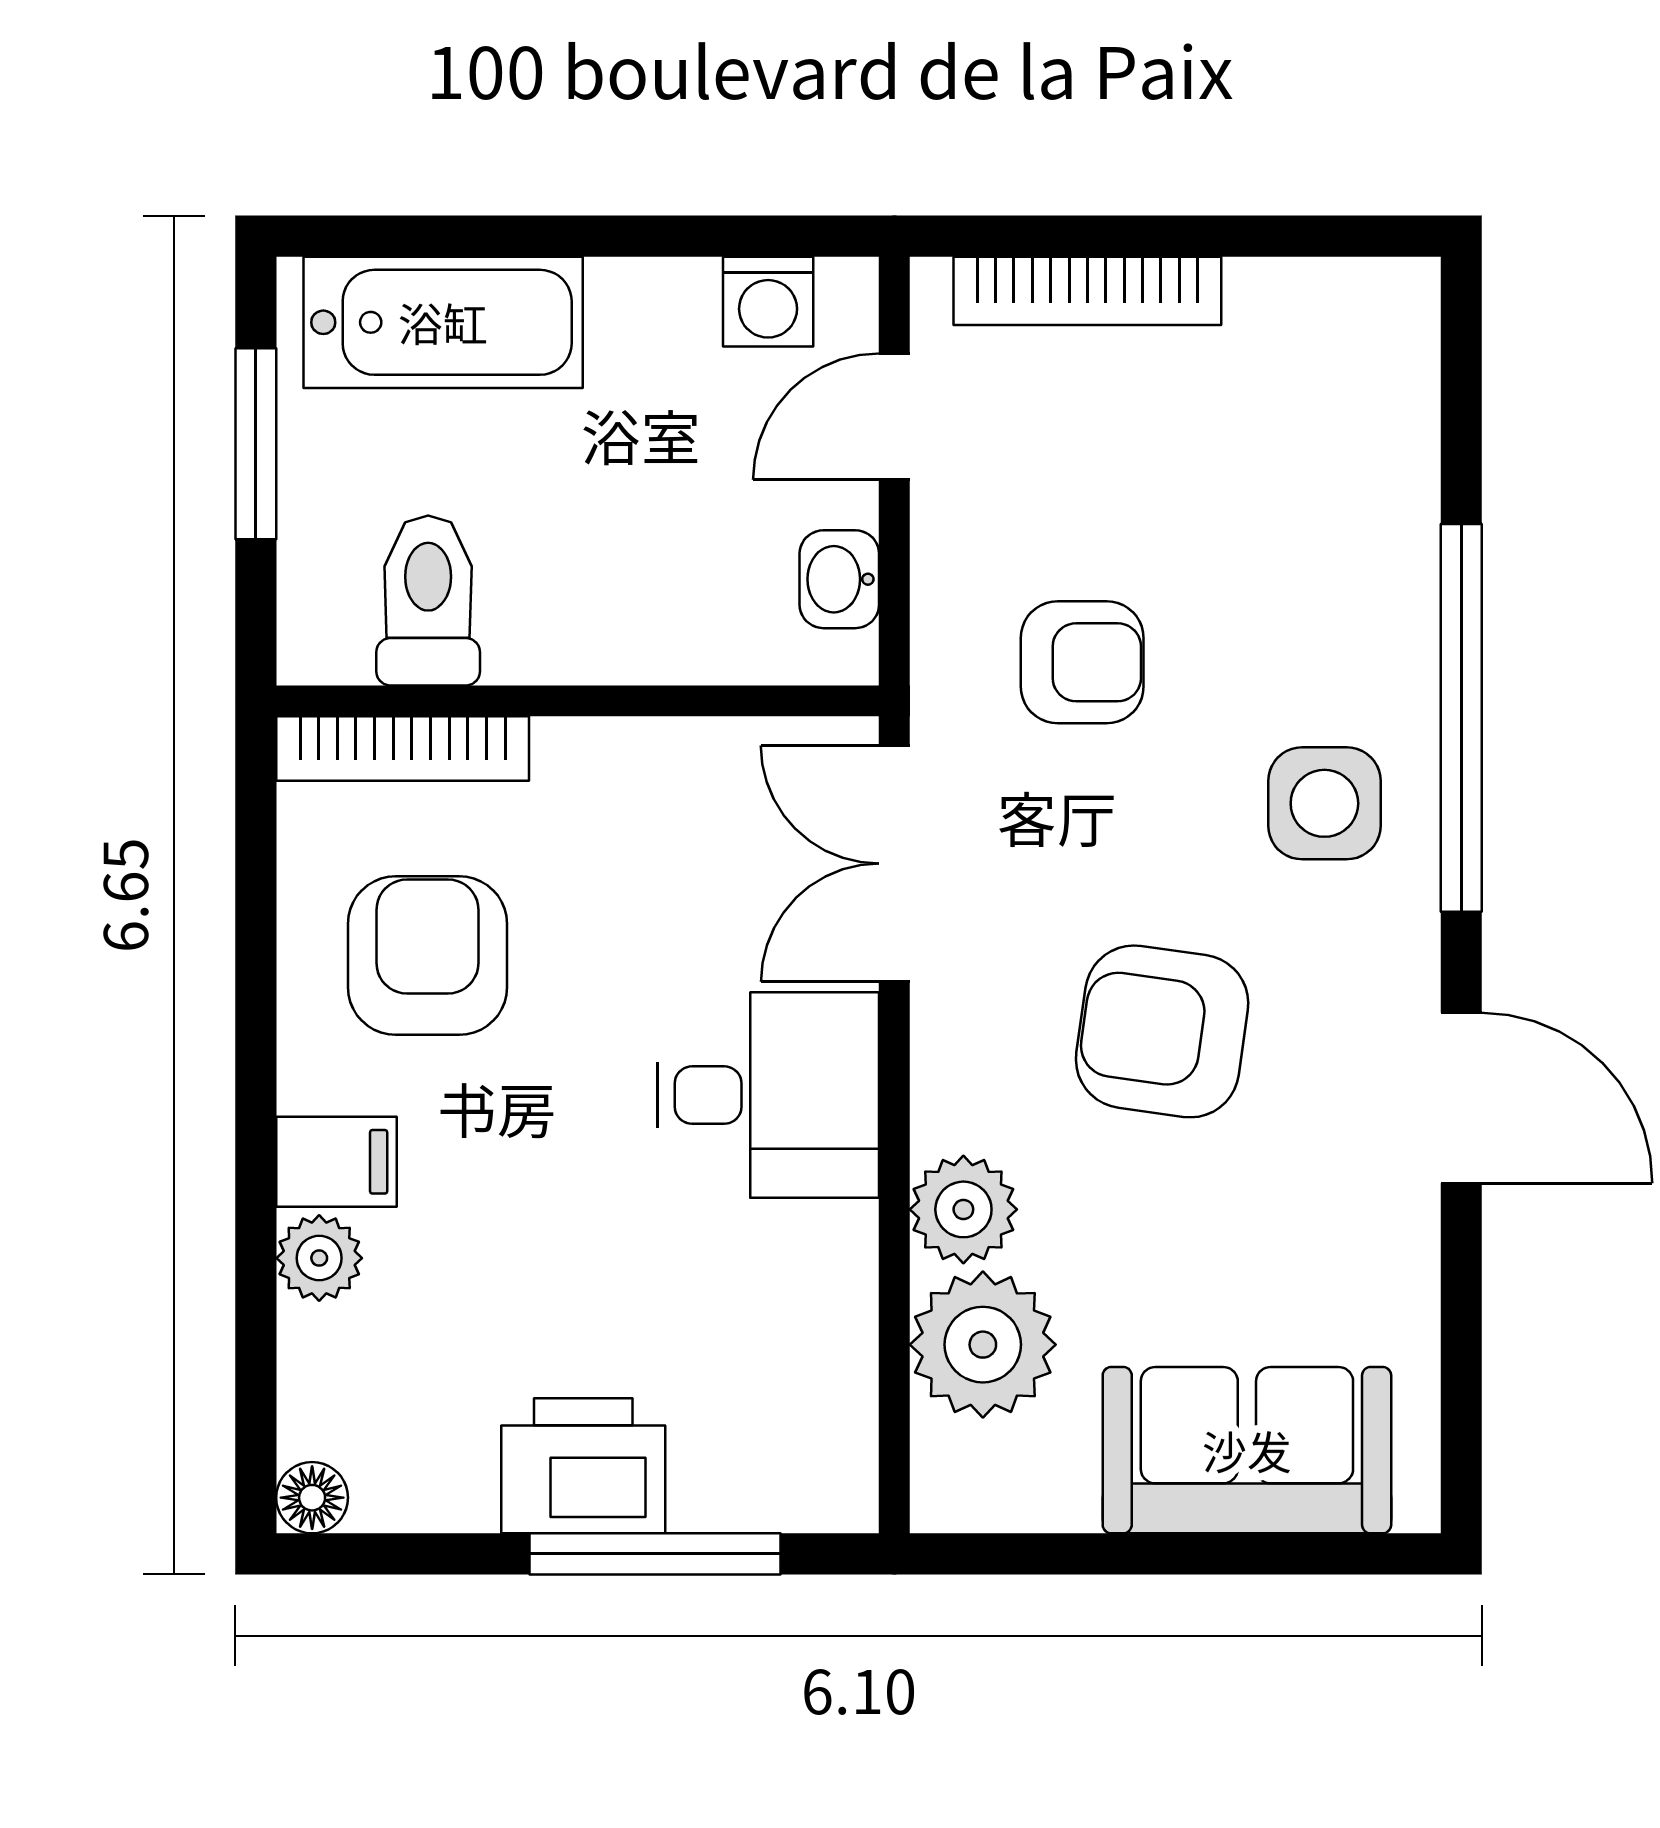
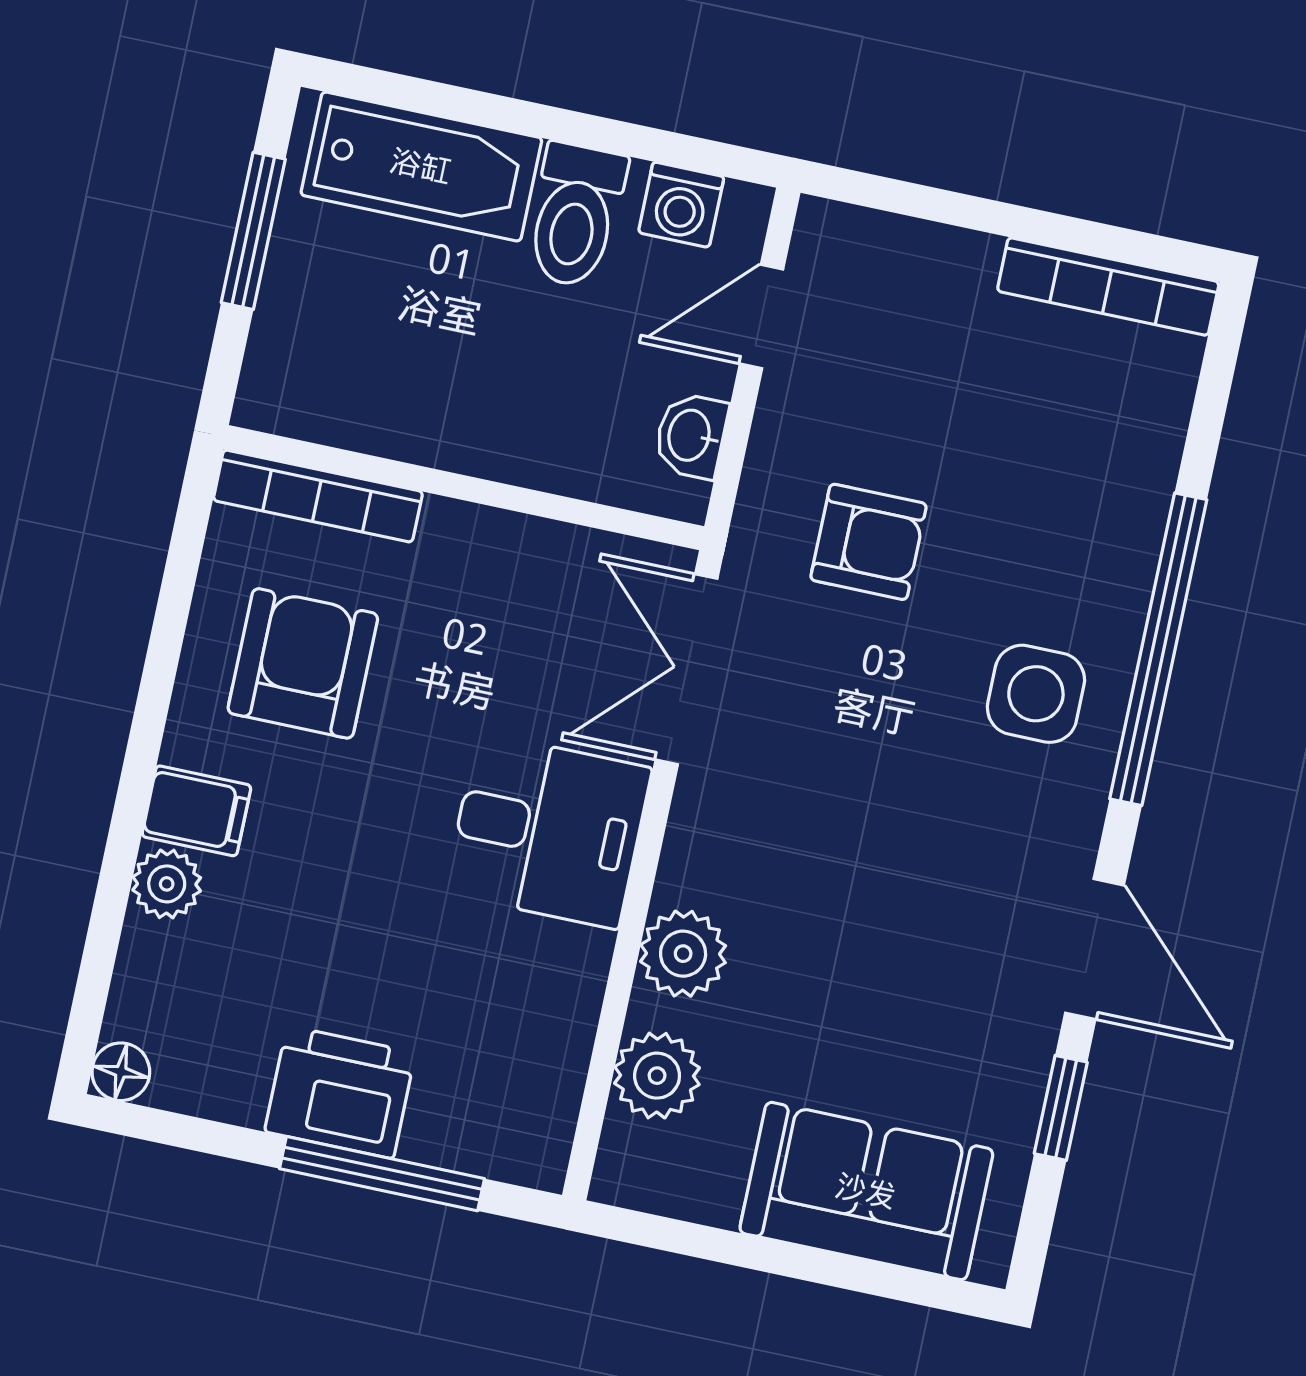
bookcase: (1087, 291) -> (1108, 286), moved
toilet: (428, 600) -> (575, 215), moved, turned 180
armchair: (1162, 1031) -> (870, 846), removed
window: (1461, 1299) -> (1061, 1108), added
plant: (983, 1345) -> (657, 1076), width x0.73, depth x0.73

